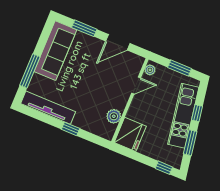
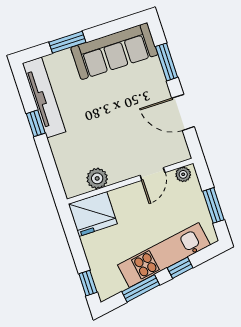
window: (30, 71) -> (67, 42), width x0.69
door: (136, 86) -> (153, 174), hinge flipped
window: (71, 129) -> (36, 123), moved

